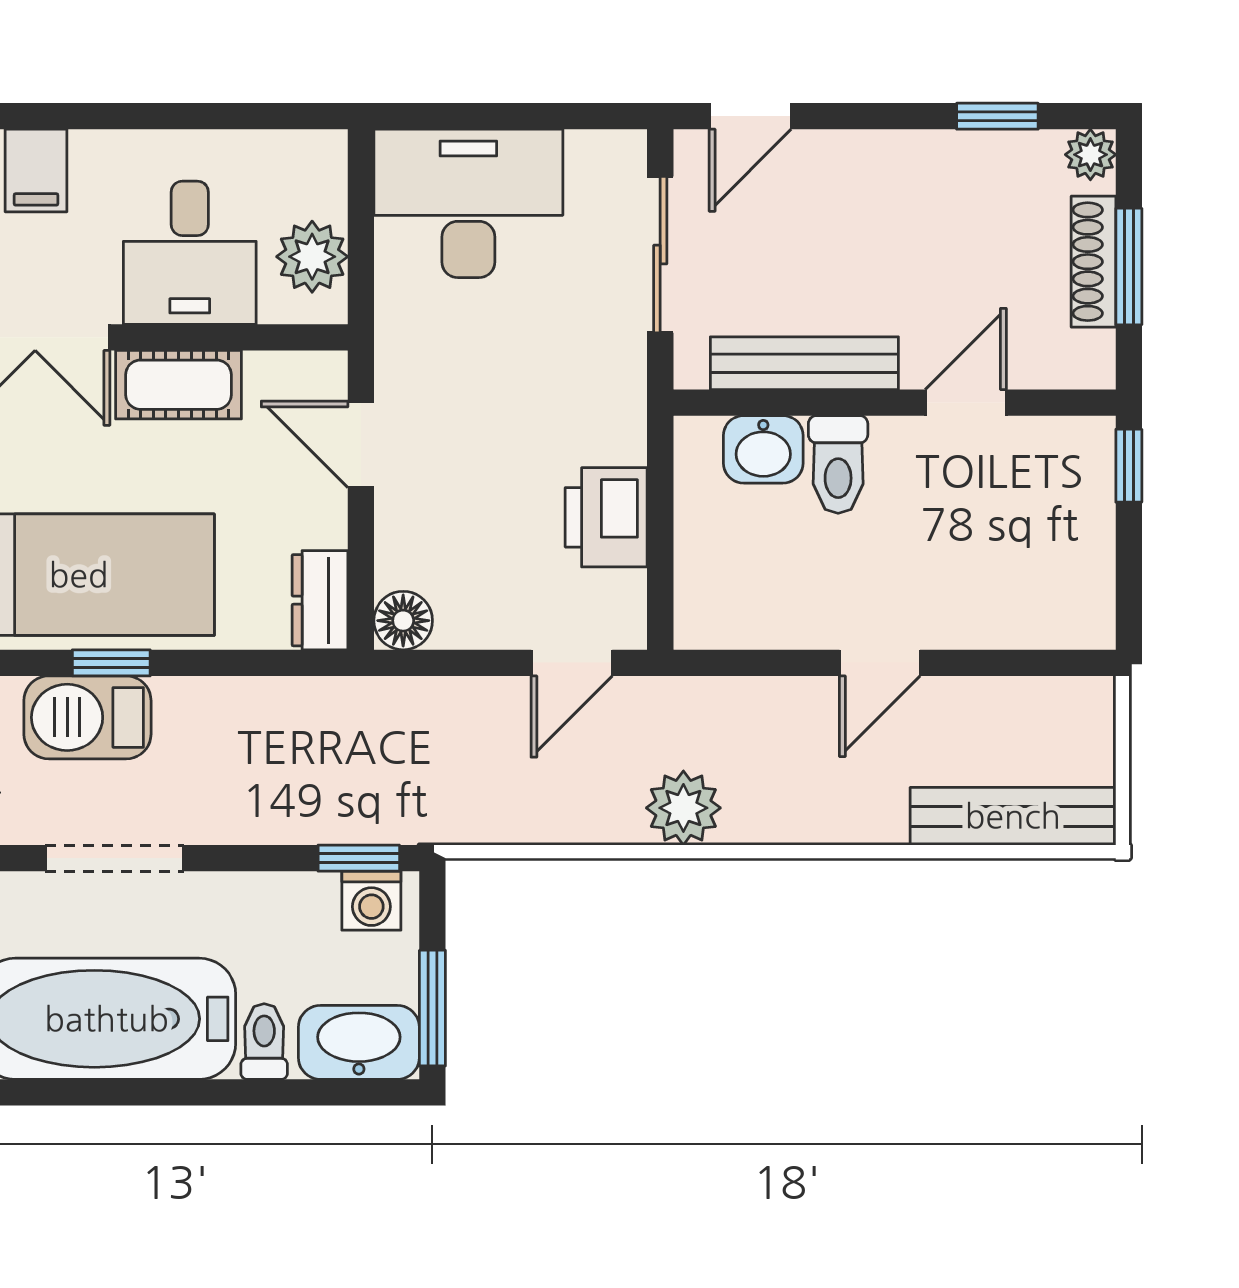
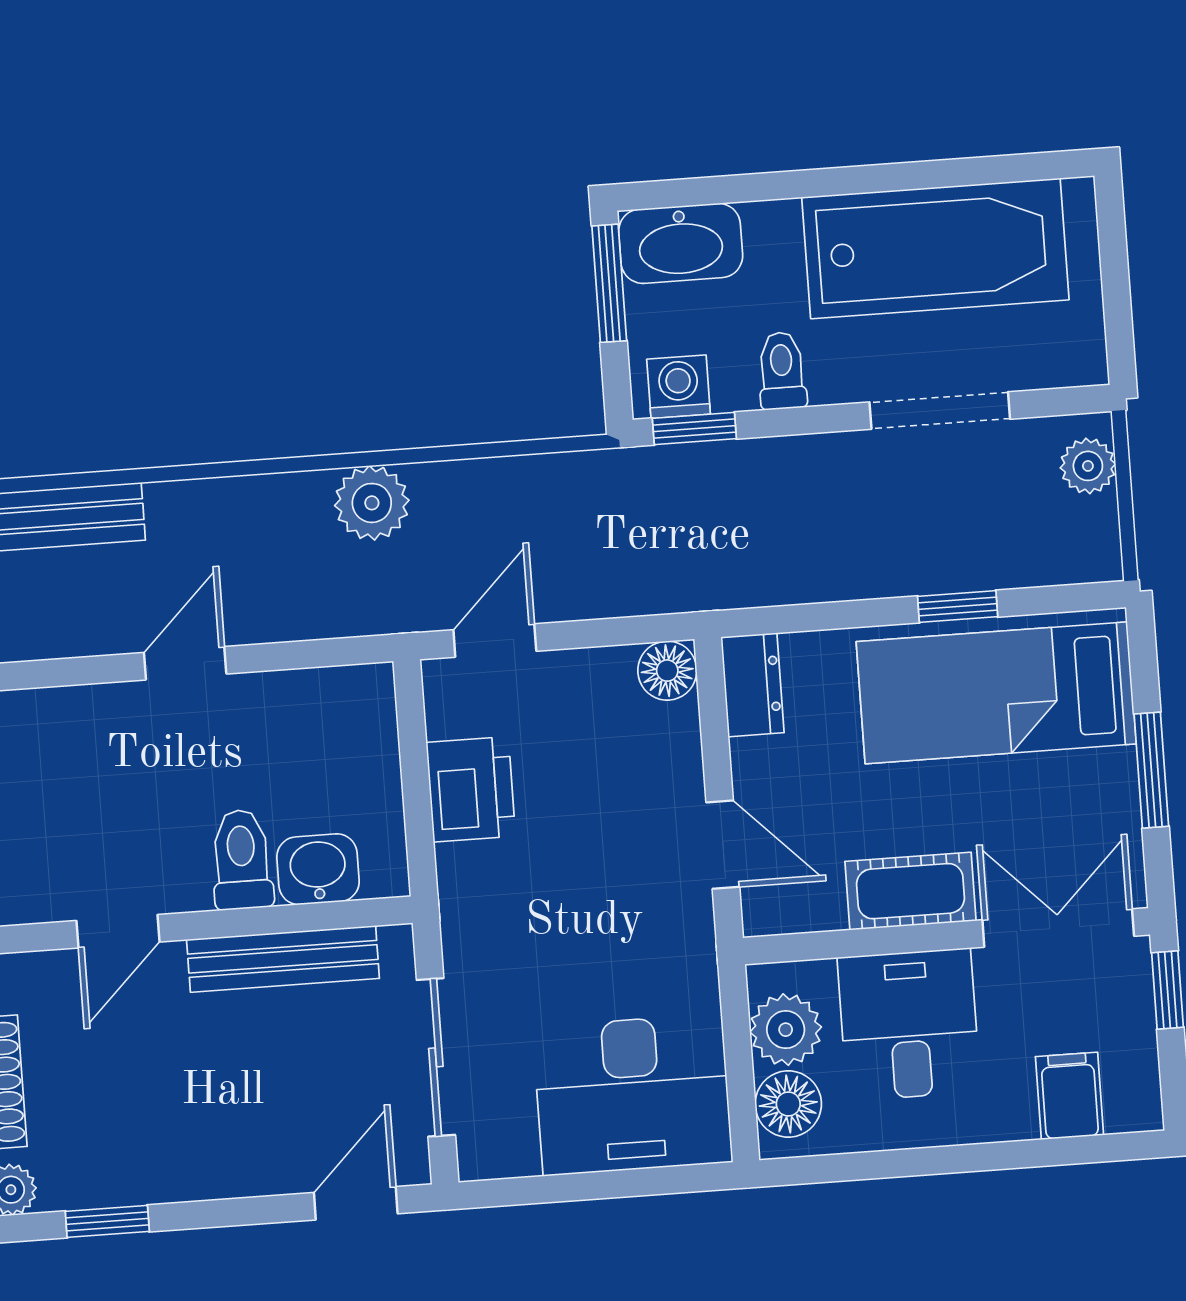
floor lamp: (315, 183) -> (788, 1104), added
barbecue: (87, 717) -> (977, 550), removed
toilet: (264, 1042) -> (782, 371), moved, turned 180

